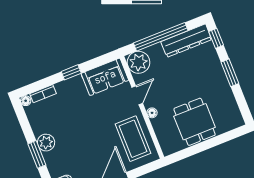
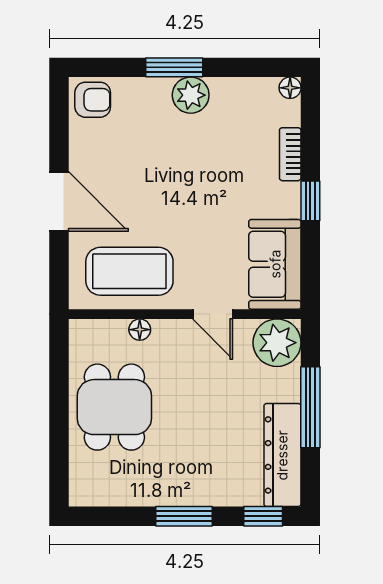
window: (161, 37) -> (310, 407), width x0.68
bookcase: (43, 94) -> (290, 154), moved
floor lamp: (152, 113) -> (140, 330), moved
dining table: (195, 122) -> (114, 407), turned 90

